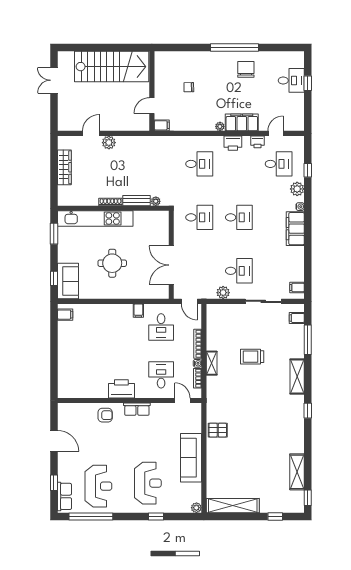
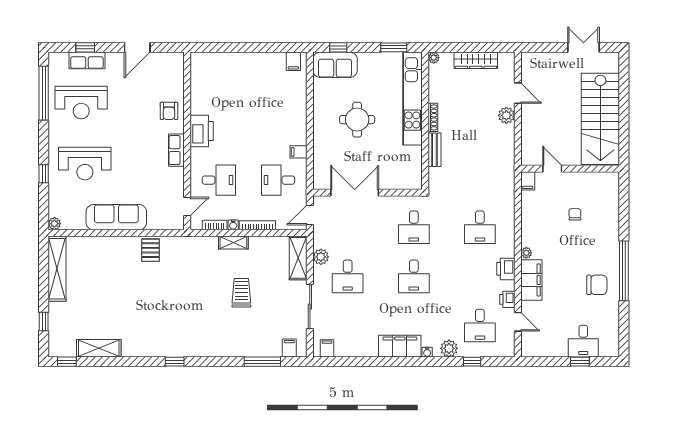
plant: (156, 201) -> (434, 58), moved
shelving: (297, 376) -> (298, 258), moved, turned 90
row of seats: (64, 496) -> (87, 60), moved

